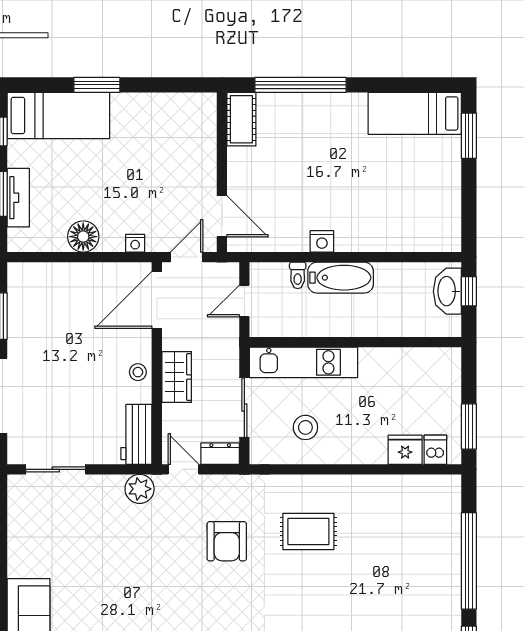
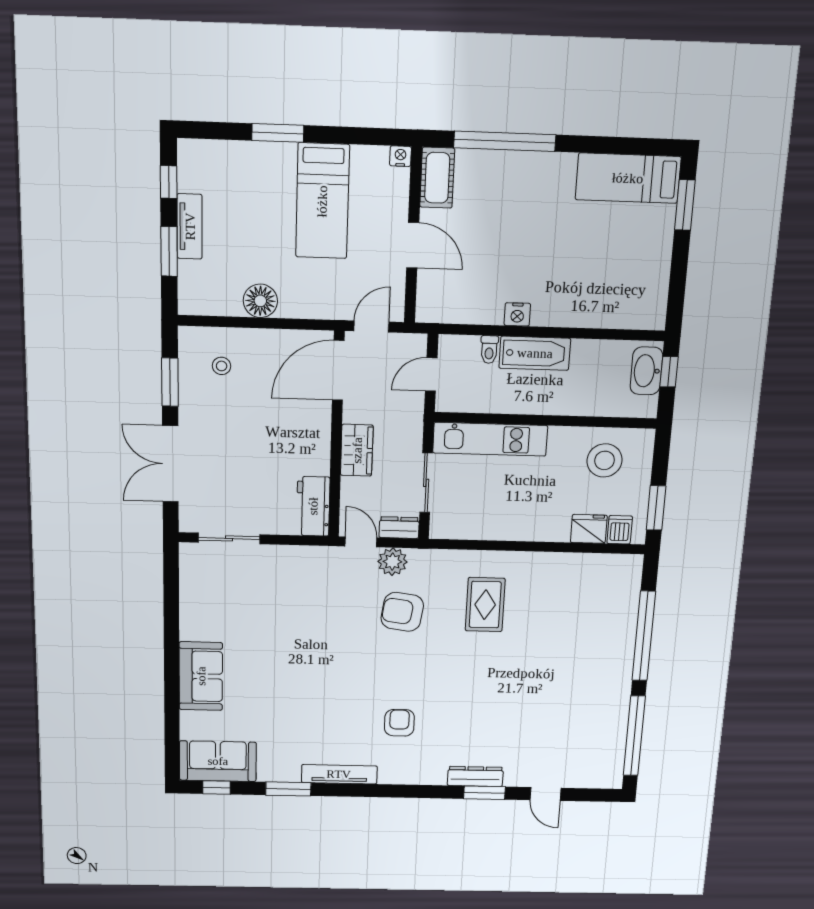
bed: (58, 115) -> (322, 201), moved, turned 90
tv unit: (18, 198) -> (190, 226), moved
door: (222, 216) -> (413, 245), moved
nightstand: (135, 243) -> (400, 156), moved, turned 180
stool: (138, 372) -> (222, 366), moved
stool: (305, 427) -> (605, 460), moved, width x1.38, depth x1.38
plant: (140, 489) -> (392, 562), moved
rug: (308, 531) -> (485, 605), turned 90
armchair: (227, 541) -> (402, 612), turned 98

